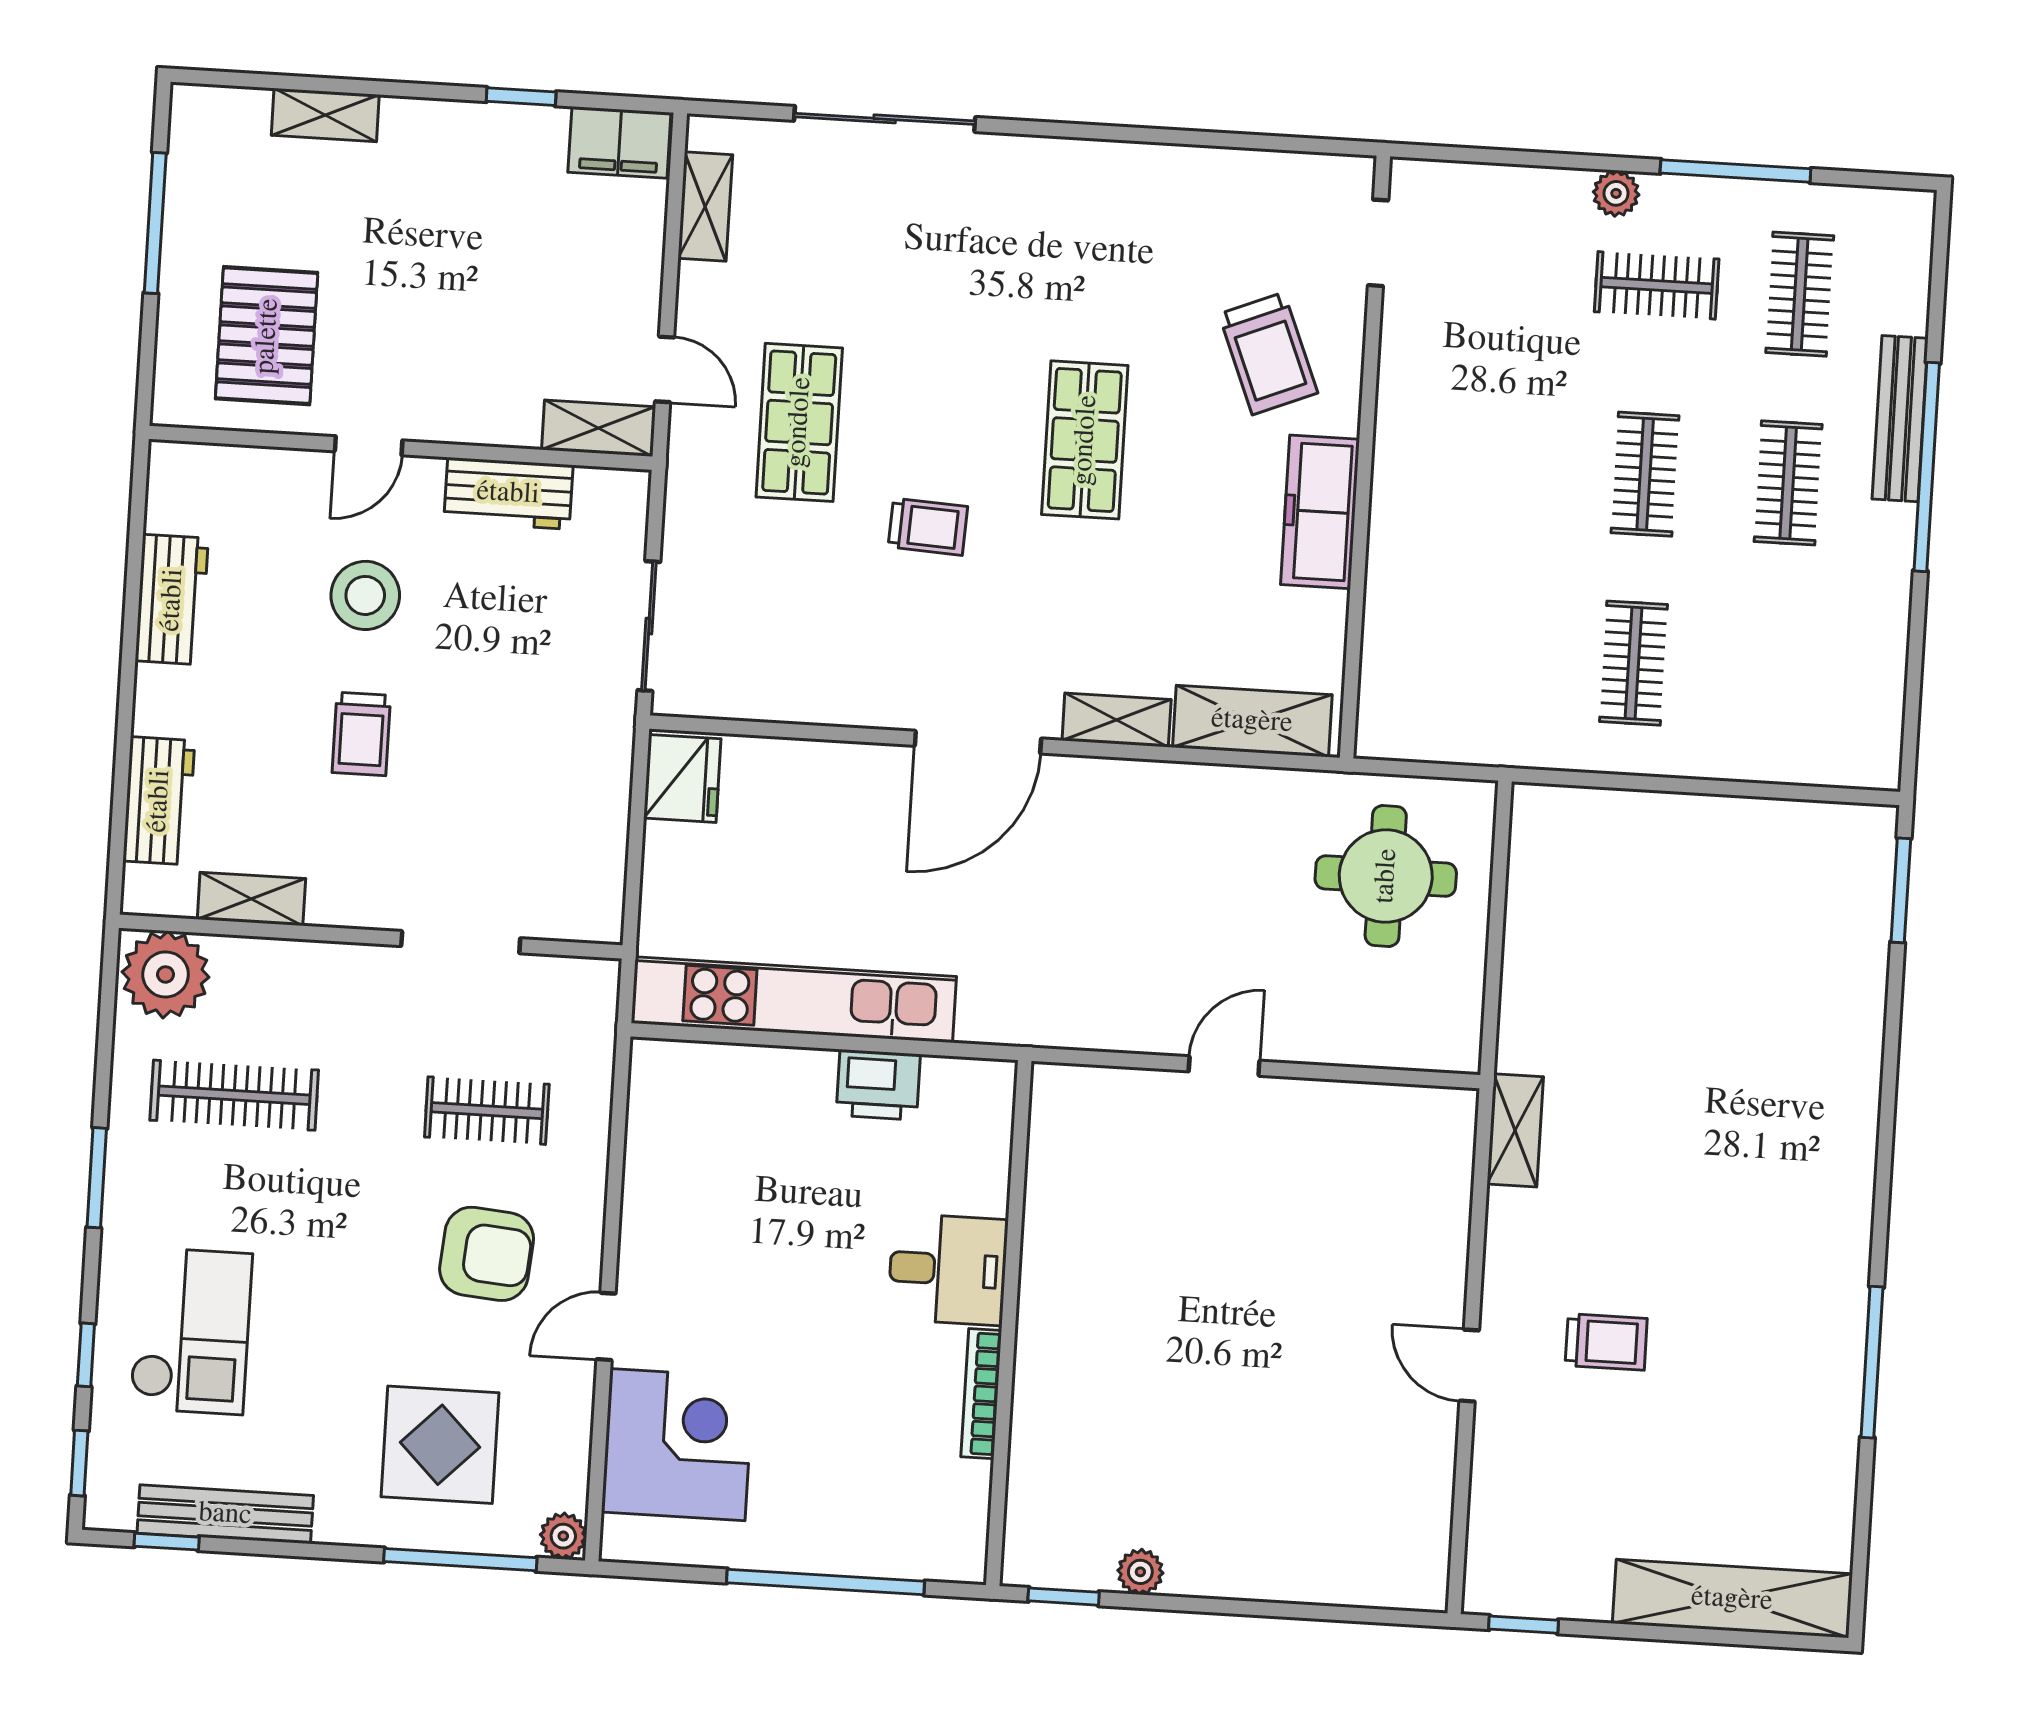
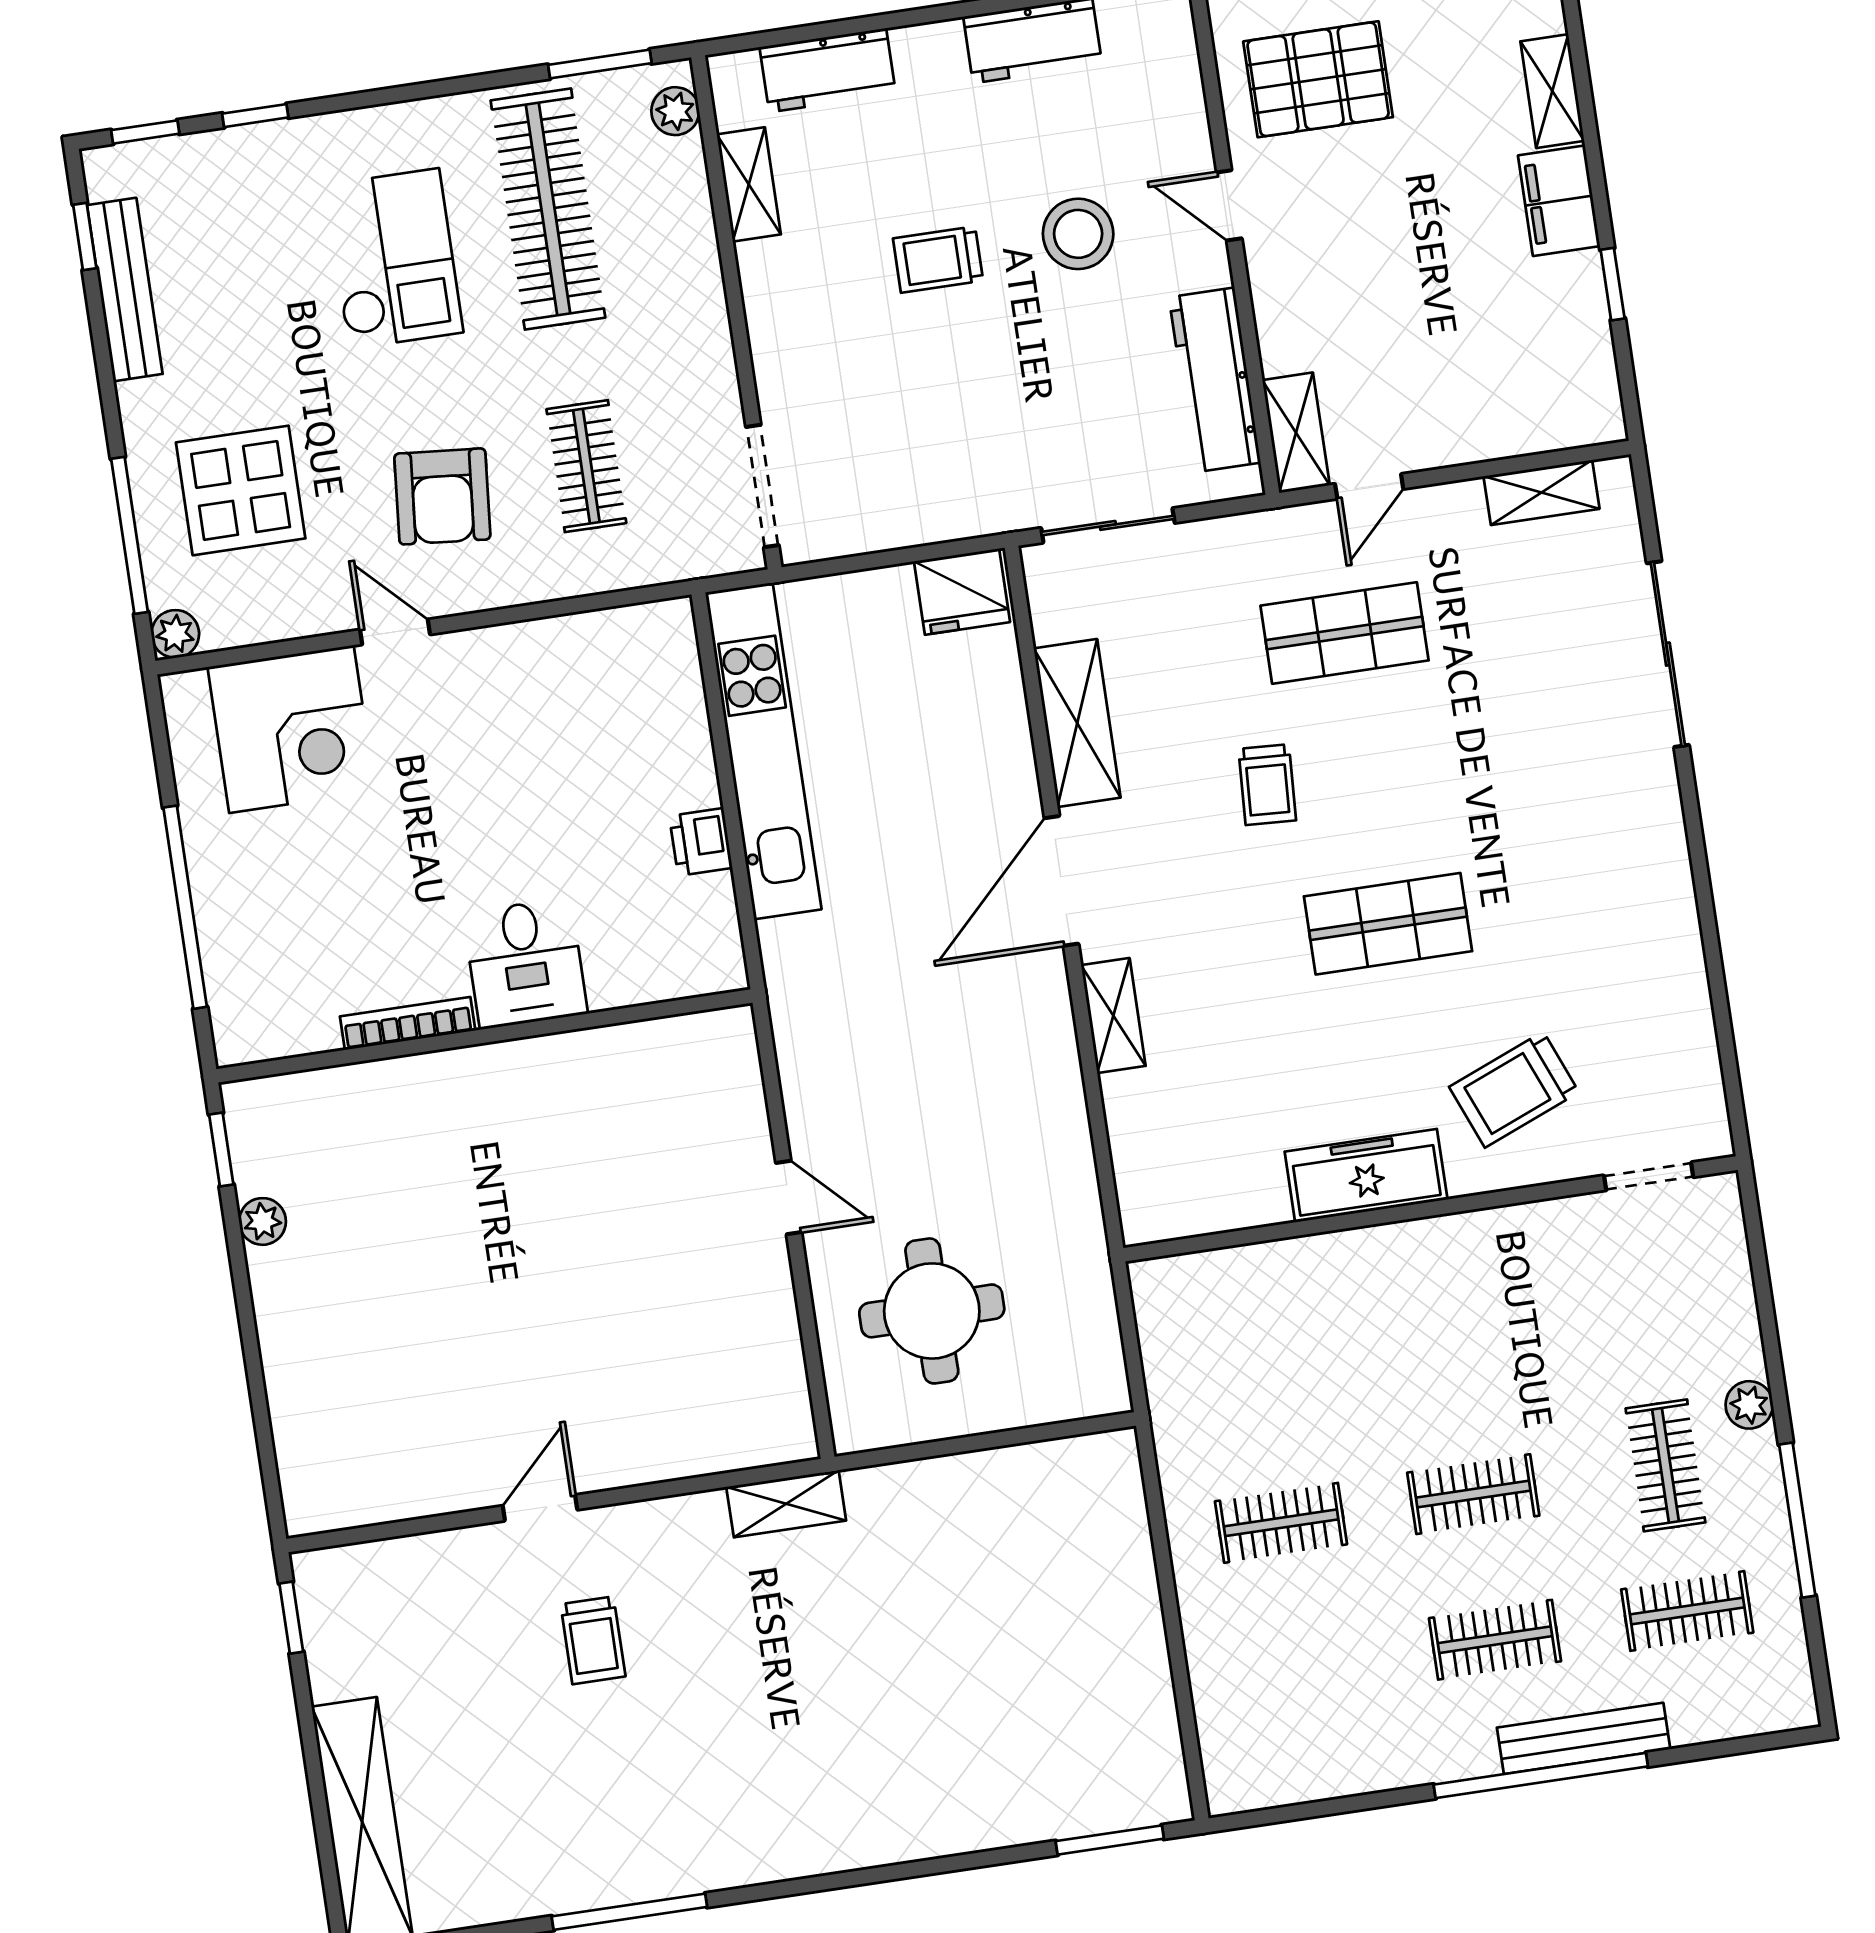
filing cabinet: (619, 142) -> (1559, 201), moved
workbench: (508, 493) -> (1215, 380), width x1.38
shelving: (1252, 721) -> (1077, 723), moved
door: (978, 742) -> (1061, 881), hinge flipped
round table: (1386, 876) -> (932, 1311), moved
doorway: (461, 942) -> (762, 486), moved
plant: (166, 974) -> (675, 111), width x0.53, depth x0.53
printer: (878, 1085) -> (701, 842), width x0.73, depth x0.81
clothes rail: (234, 1095) -> (548, 209), width x1.37, depth x1.31
window: (97, 1178) -> (600, 64), moved
checkout: (191, 1331) -> (394, 259), moved, turned -90

